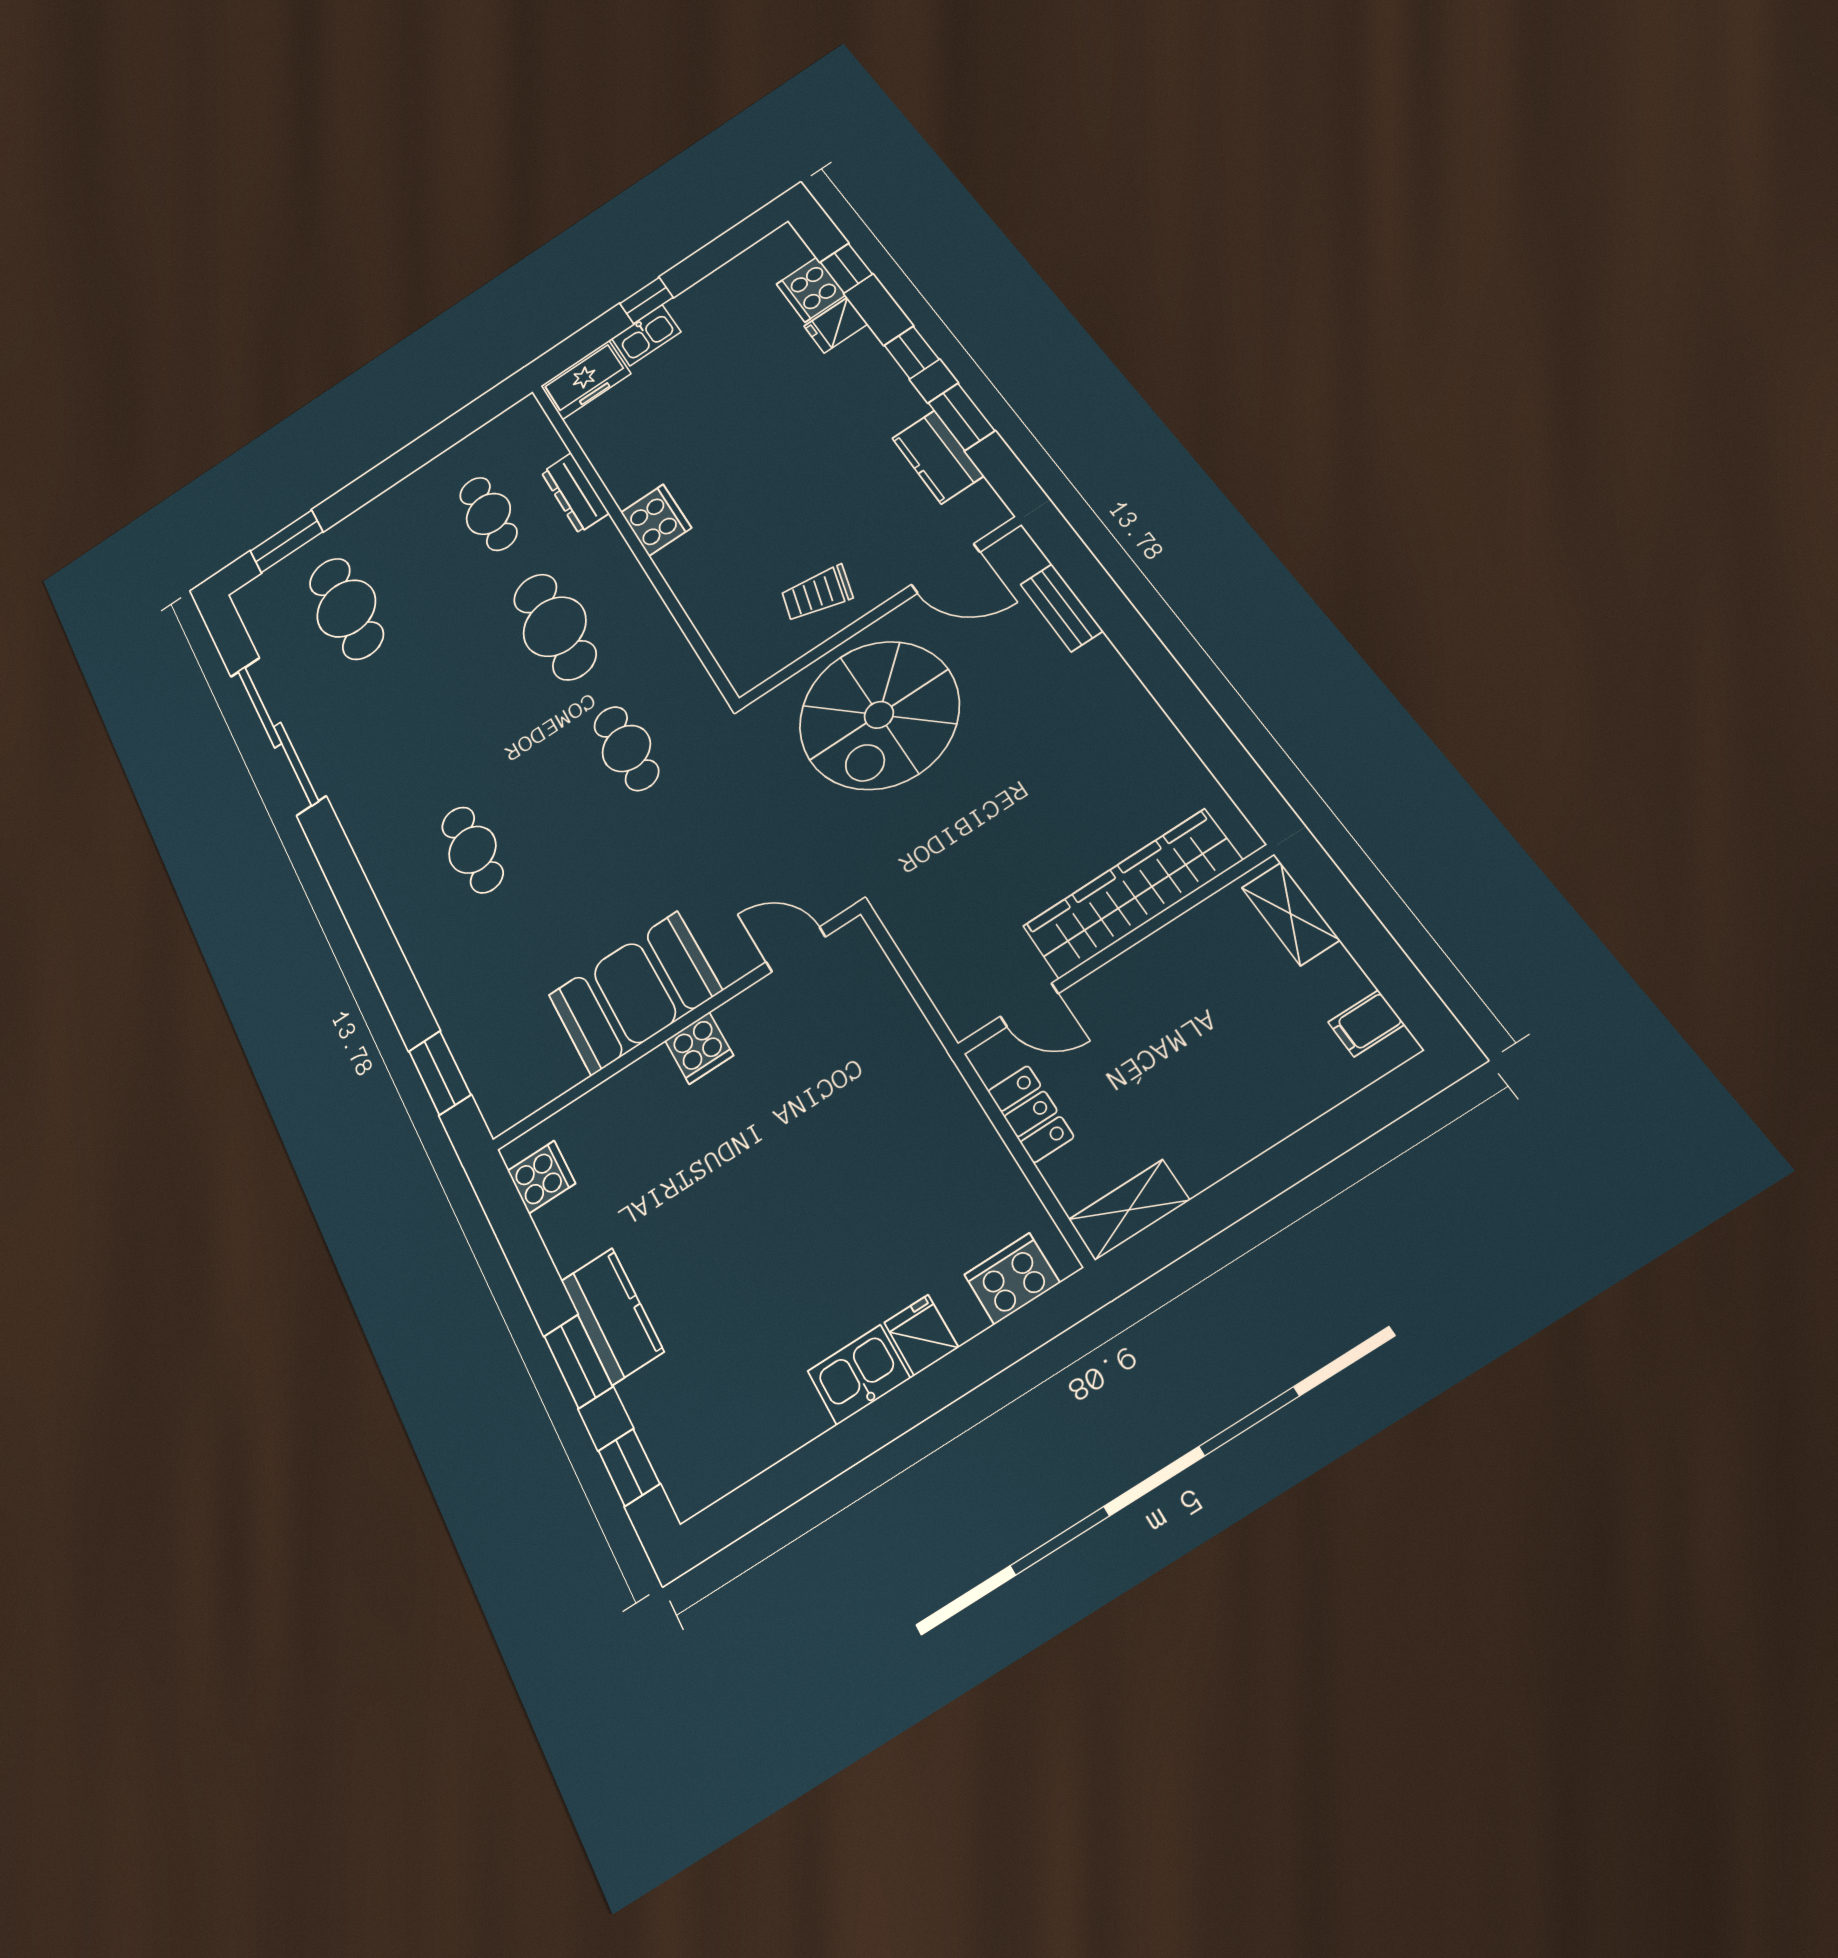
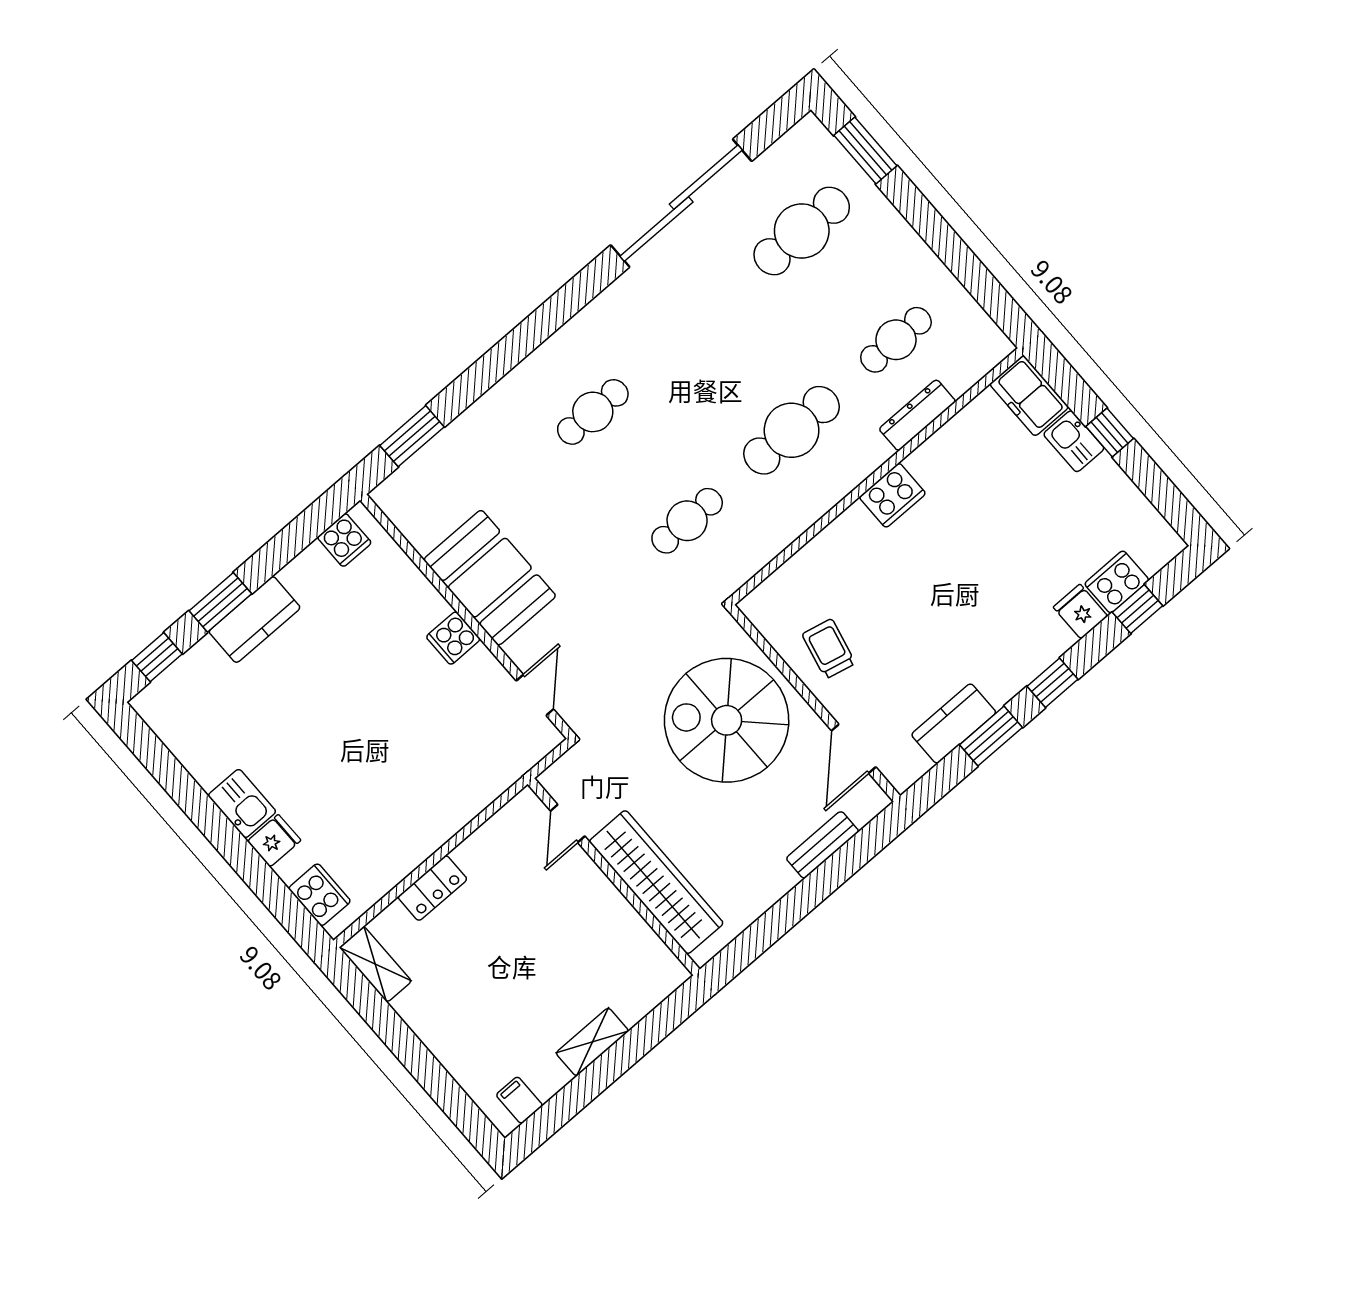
wardrobe: (1132, 893) -> (656, 882), moved
wall: (1115, 950) -> (614, 877), moved
door: (1029, 1005) -> (568, 824), moved

